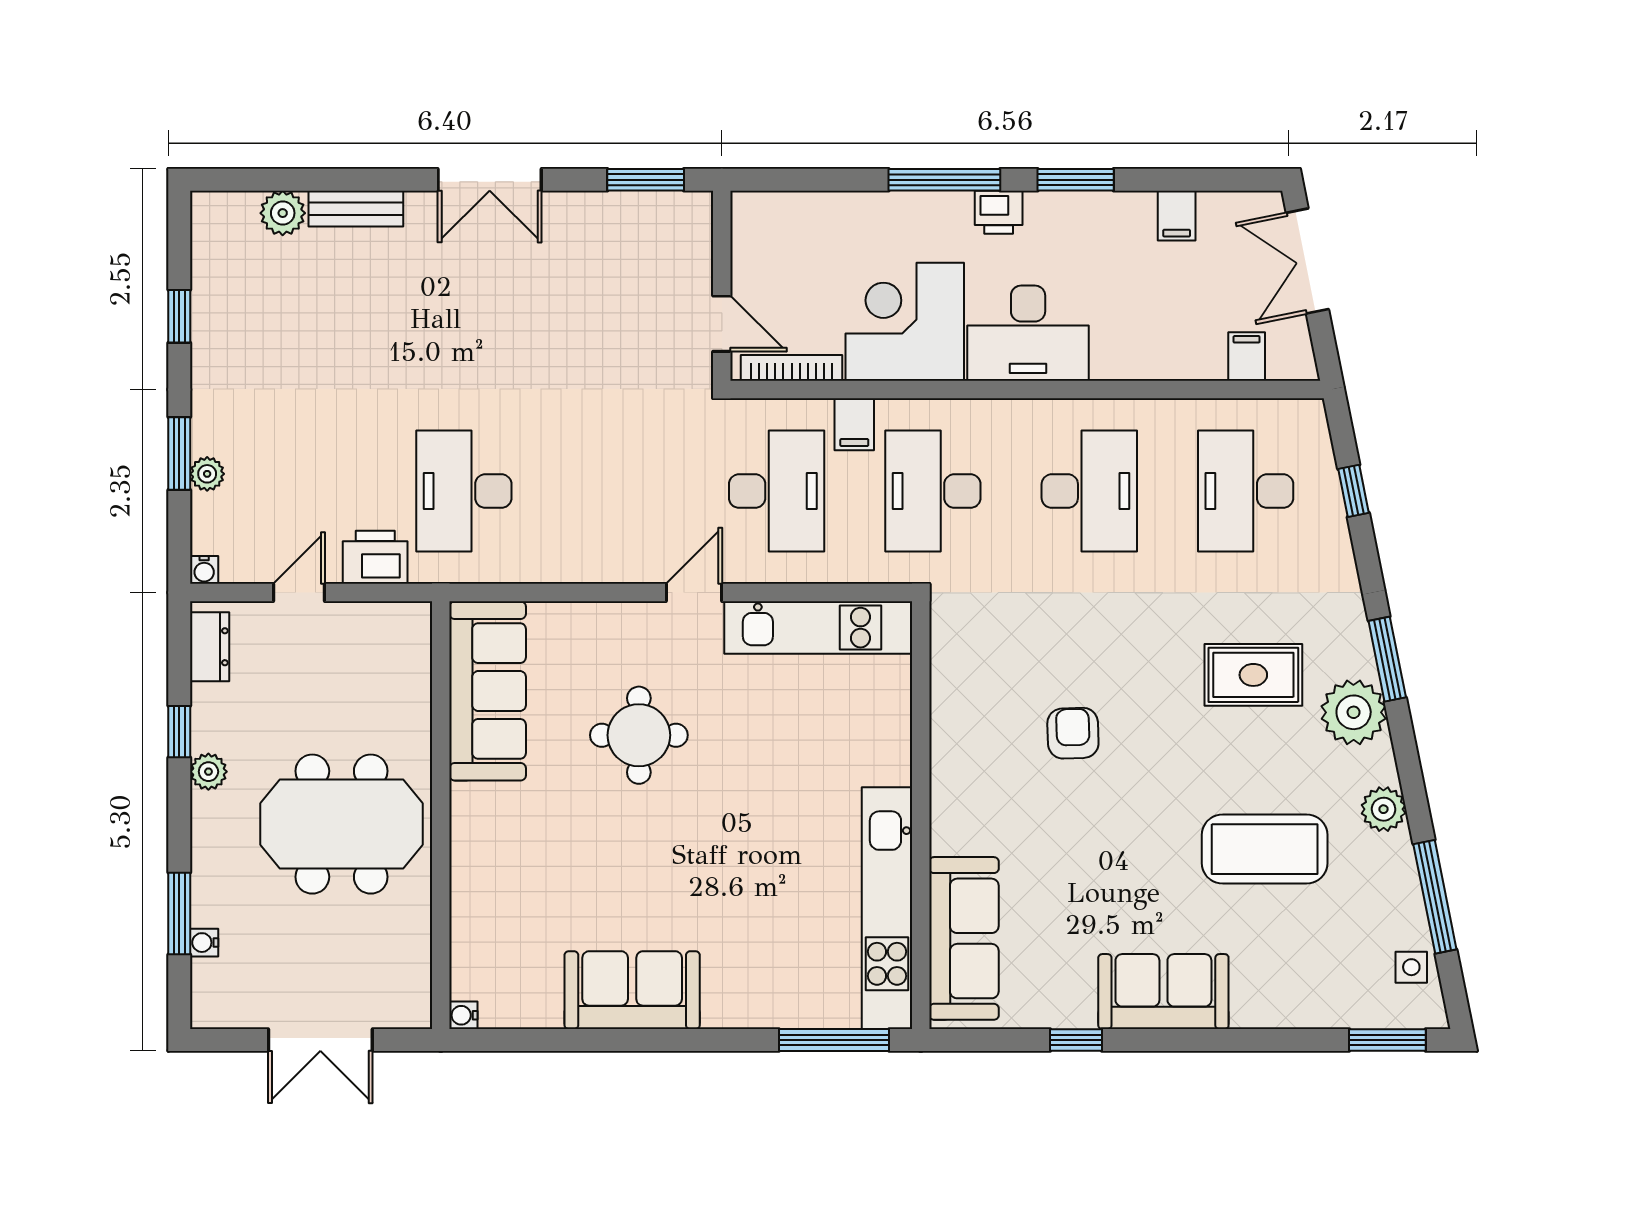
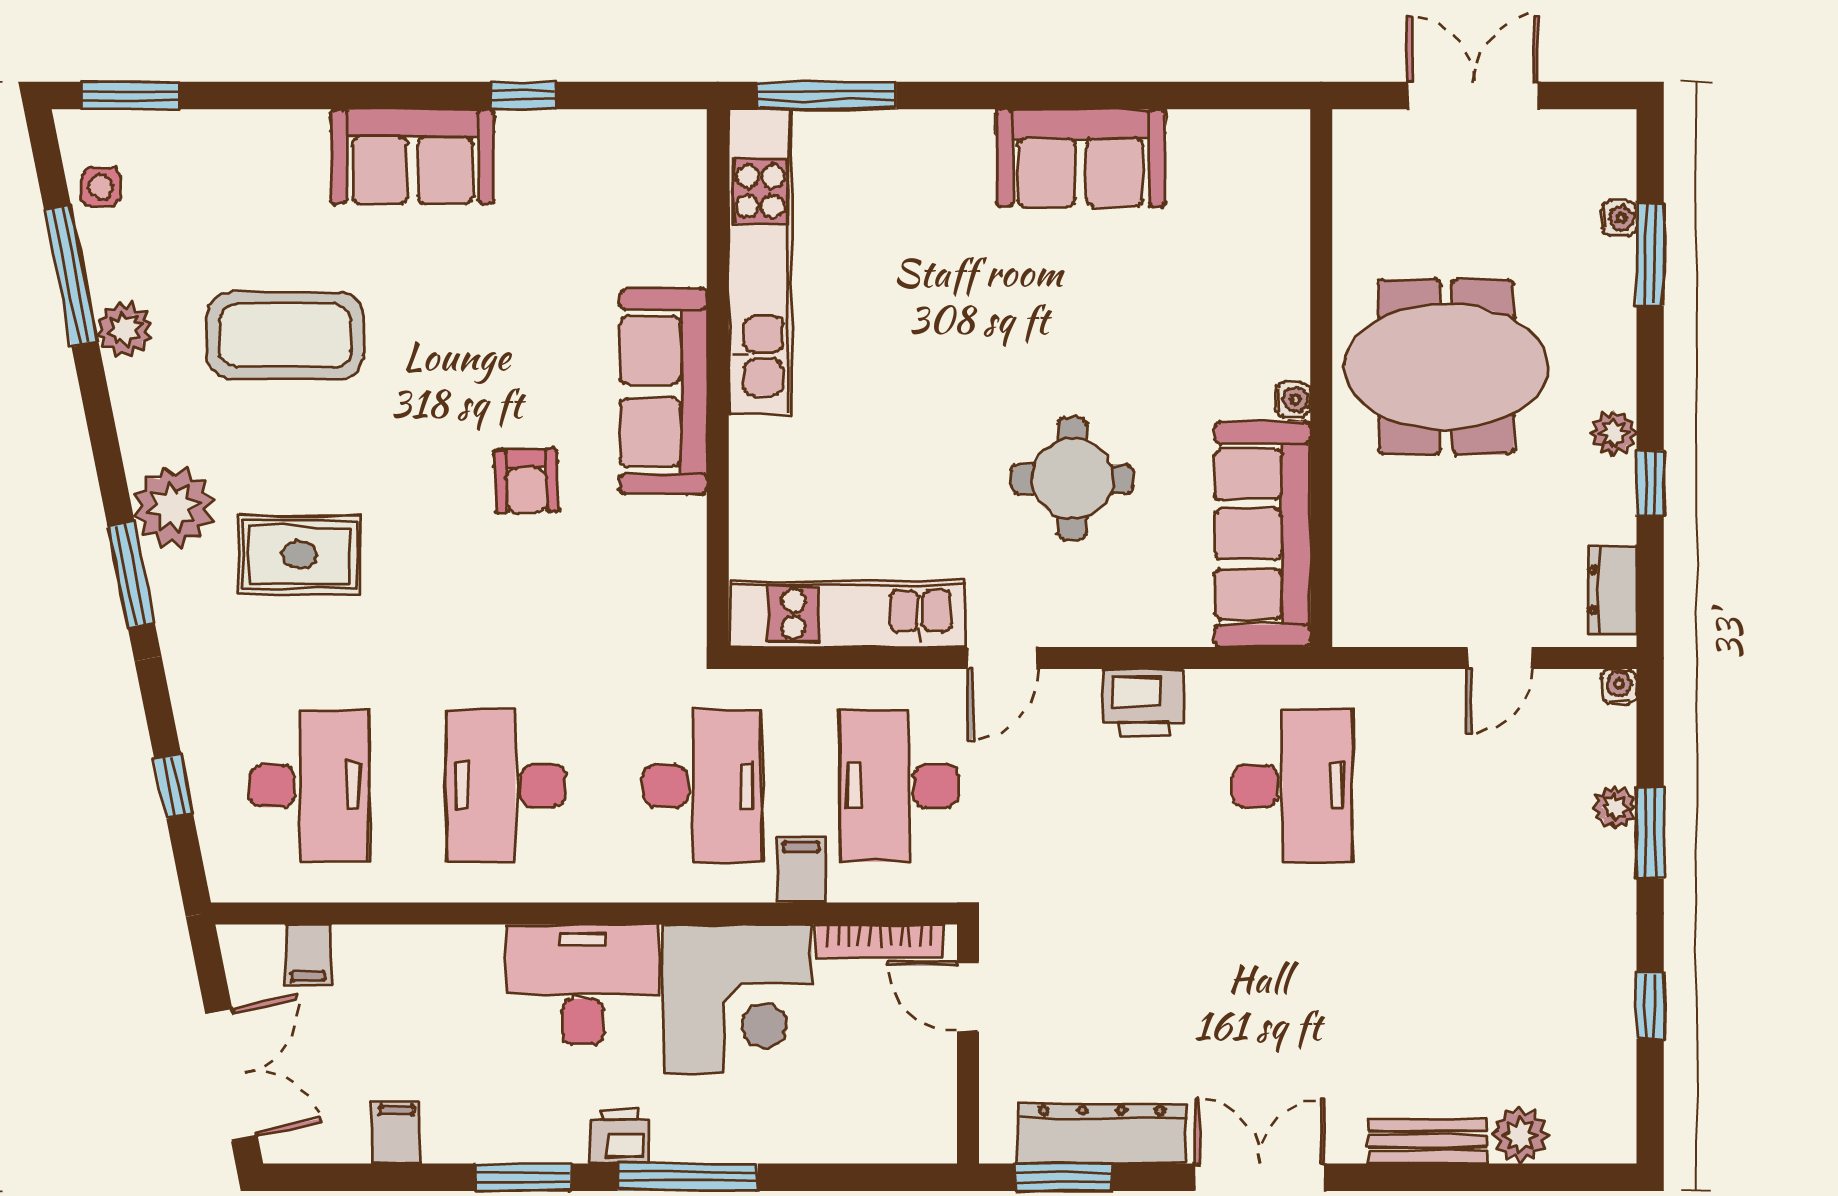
dresser: (615, 214) -> (1102, 1134), added
printer: (375, 557) -> (1143, 703), moved
plant: (1384, 809) -> (124, 329), moved
sofa: (964, 938) -> (663, 391), moved
water cooler: (463, 1015) -> (1293, 400), moved

